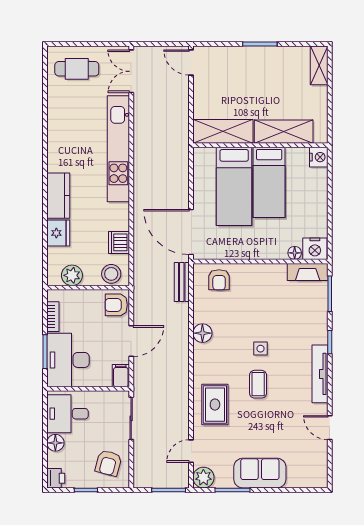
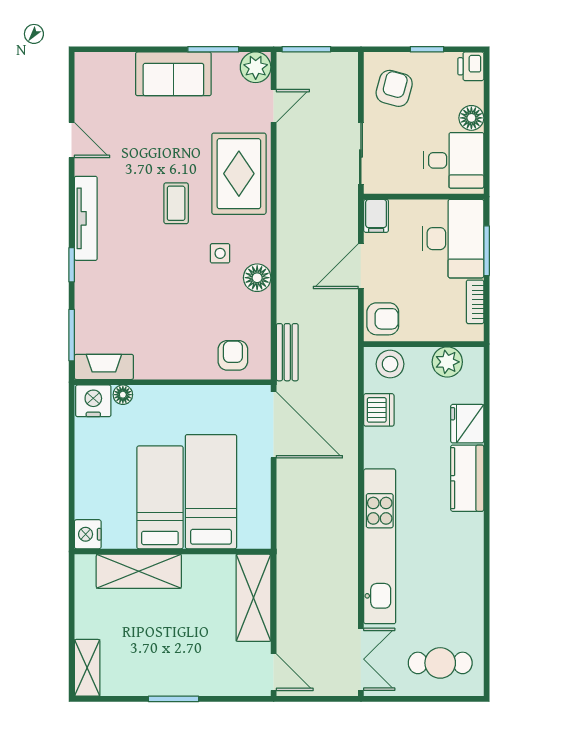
shelving: (223, 131) -> (253, 598), moved, turned 90
side table: (260, 349) -> (220, 253), moved
rug: (215, 405) -> (239, 174), width x1.36, depth x1.43

